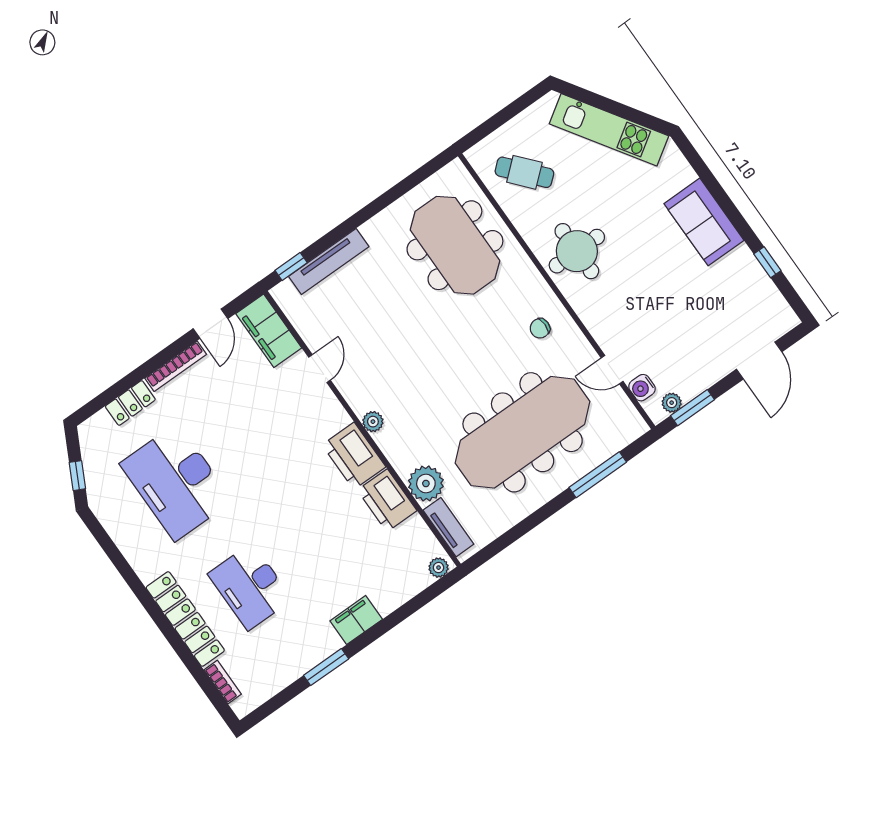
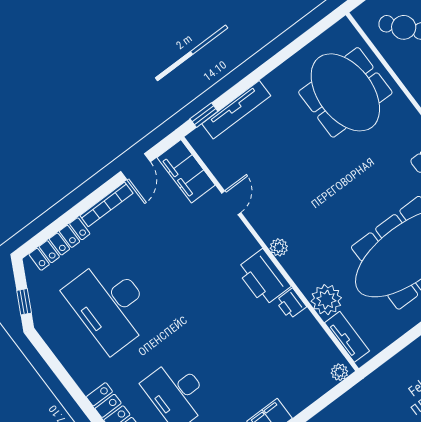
locker: (130, 403) -> (59, 244), width x1.53
printer: (387, 500) -> (291, 304), width x0.53, depth x0.68

